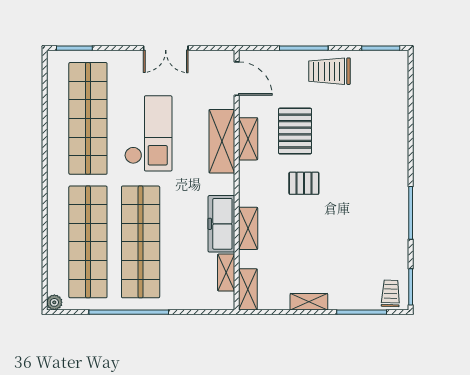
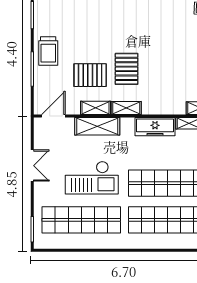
checkout: (148, 133) -> (92, 178), turned 180
pallet: (304, 183) -> (127, 69), width x1.50, depth x1.42
shelving: (248, 228) -> (126, 108), moved

